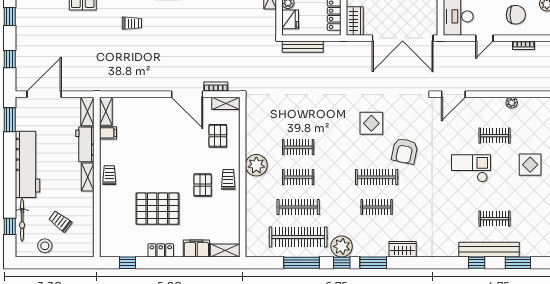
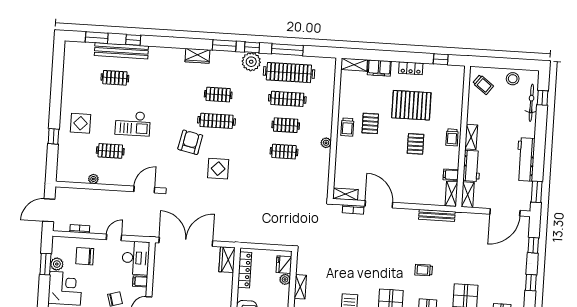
bench: (303, 47) -> (437, 216), moved
pallet: (218, 136) -> (416, 144), moved
workbench: (27, 164) -> (526, 159), width x0.73, depth x0.76
plant: (256, 165) -> (326, 143), width x0.53, depth x0.53
trolley: (60, 221) -> (483, 85), moved

